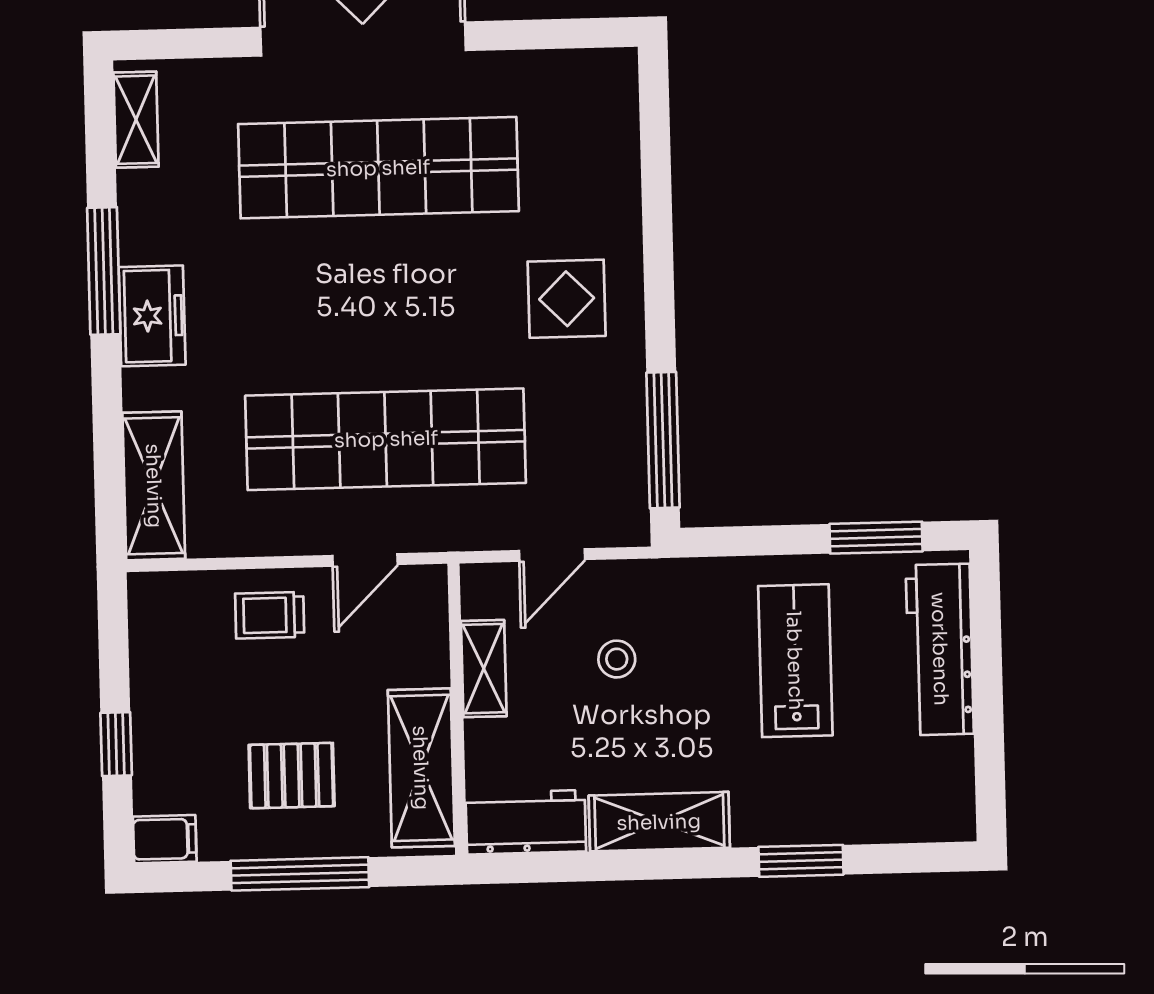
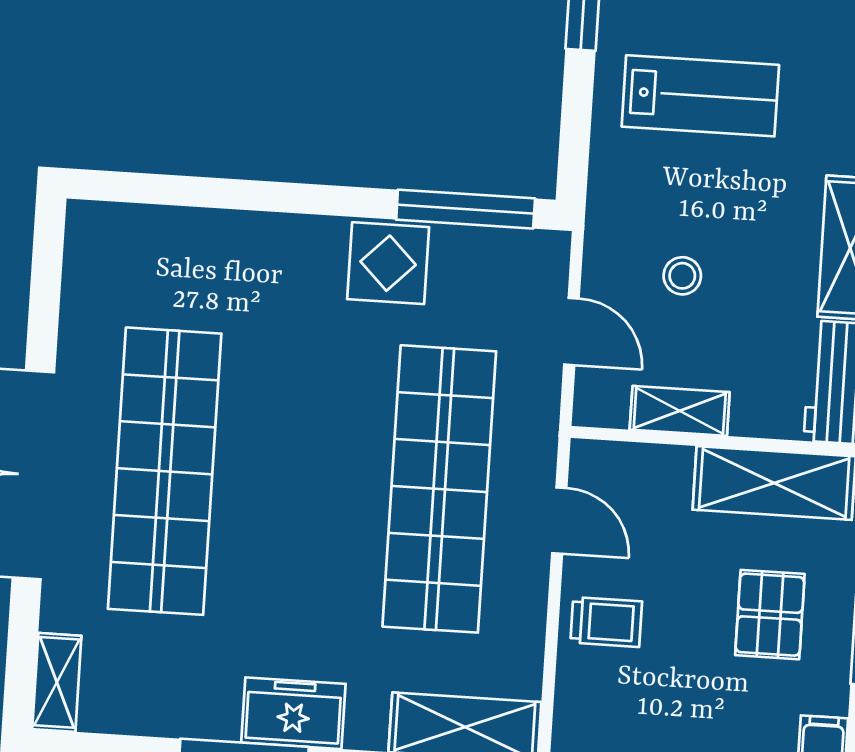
shelving: (136, 120) -> (57, 682), moved, turned 90
display table: (567, 299) -> (388, 263), moved
trolley: (270, 615) -> (606, 622), turned -90
lab bench: (795, 661) -> (700, 96), turned 180

